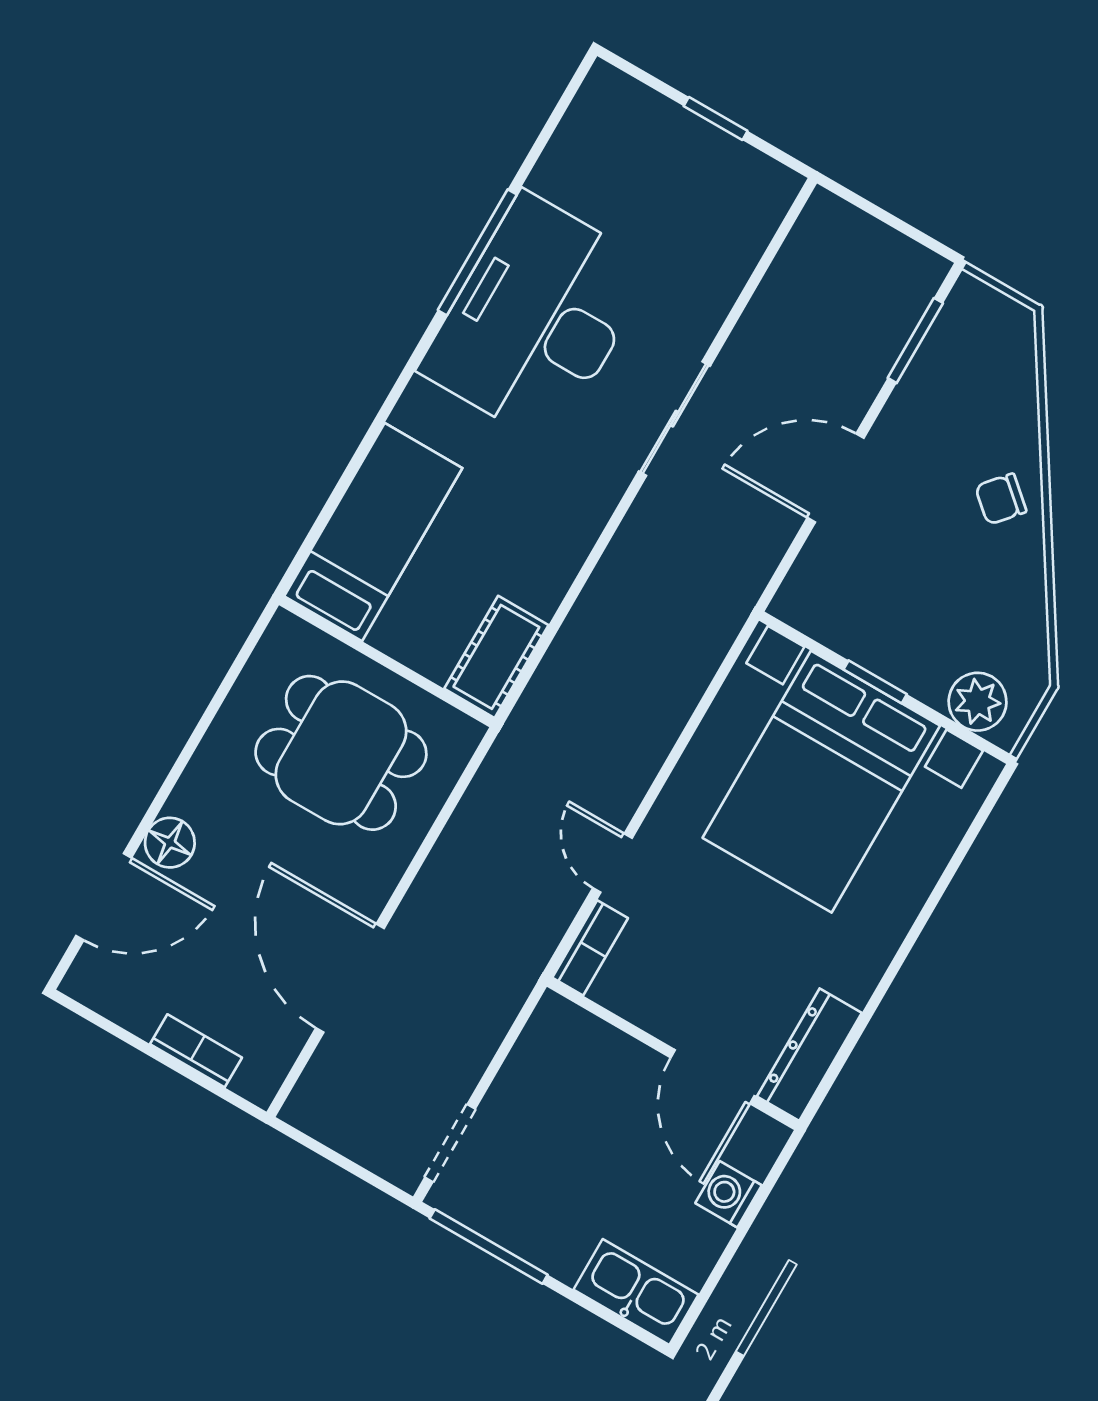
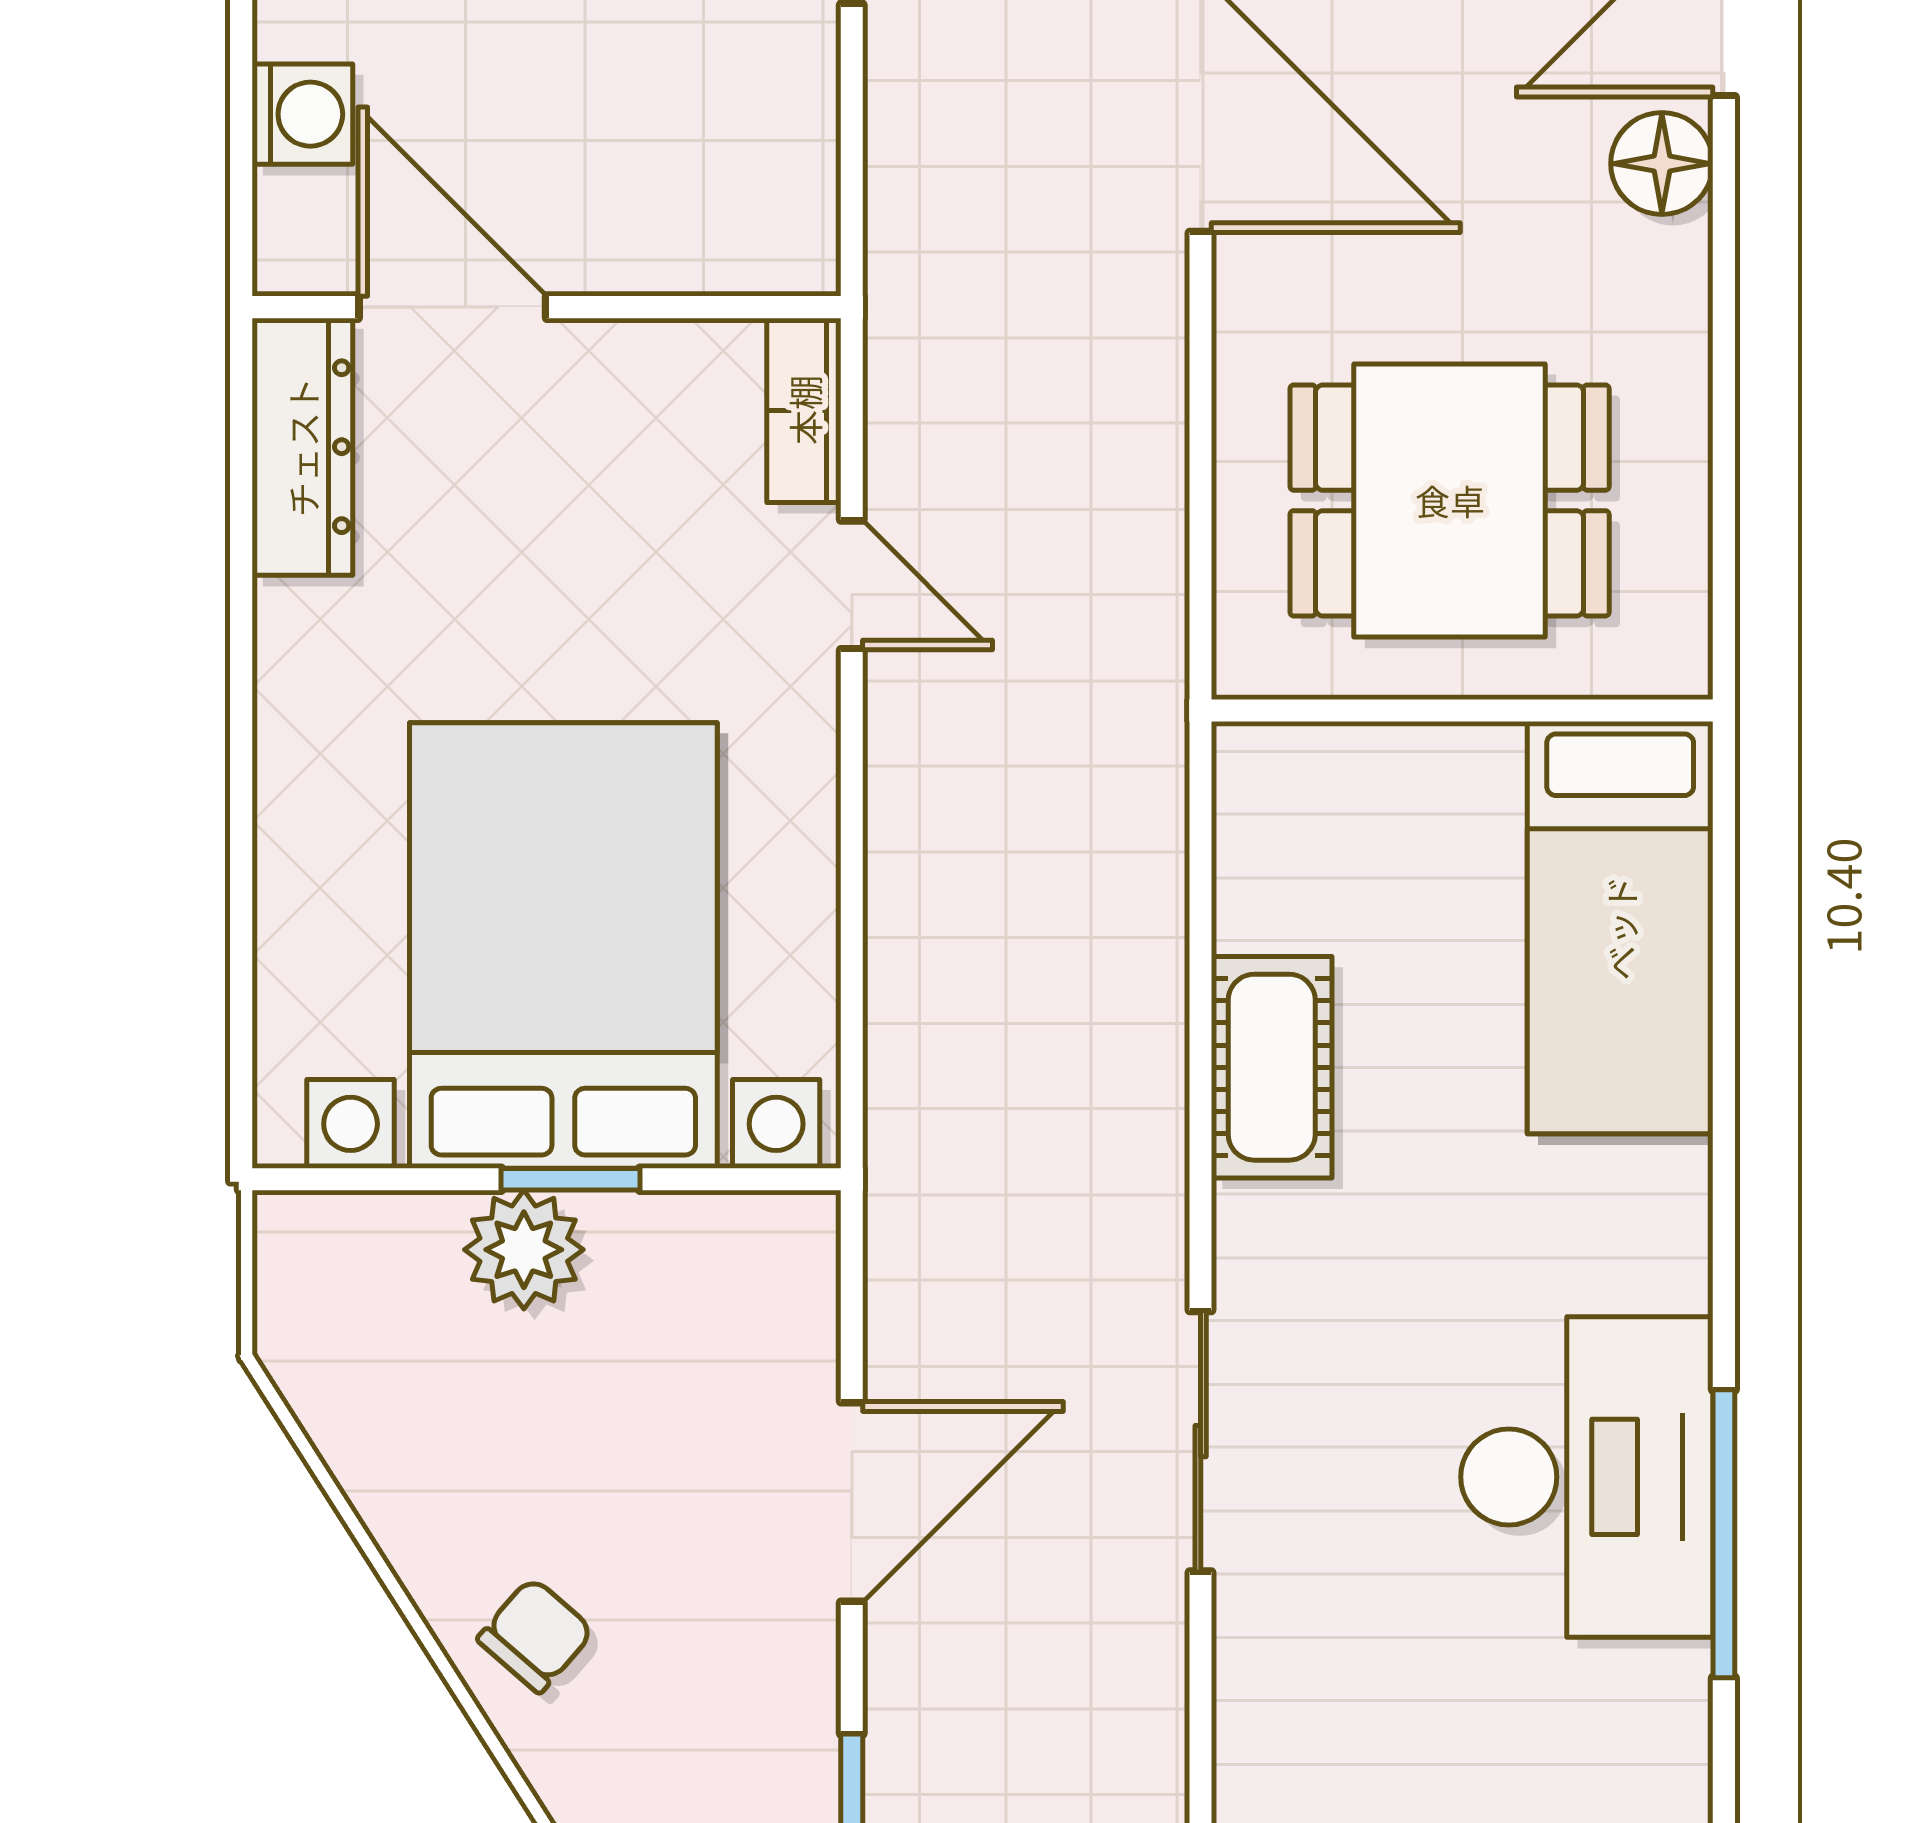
desk: (537, 319) -> (1587, 1477), width x0.73, depth x0.77
cot: (496, 657) -> (1272, 1067), moved
plant: (978, 702) -> (524, 1250), moved

